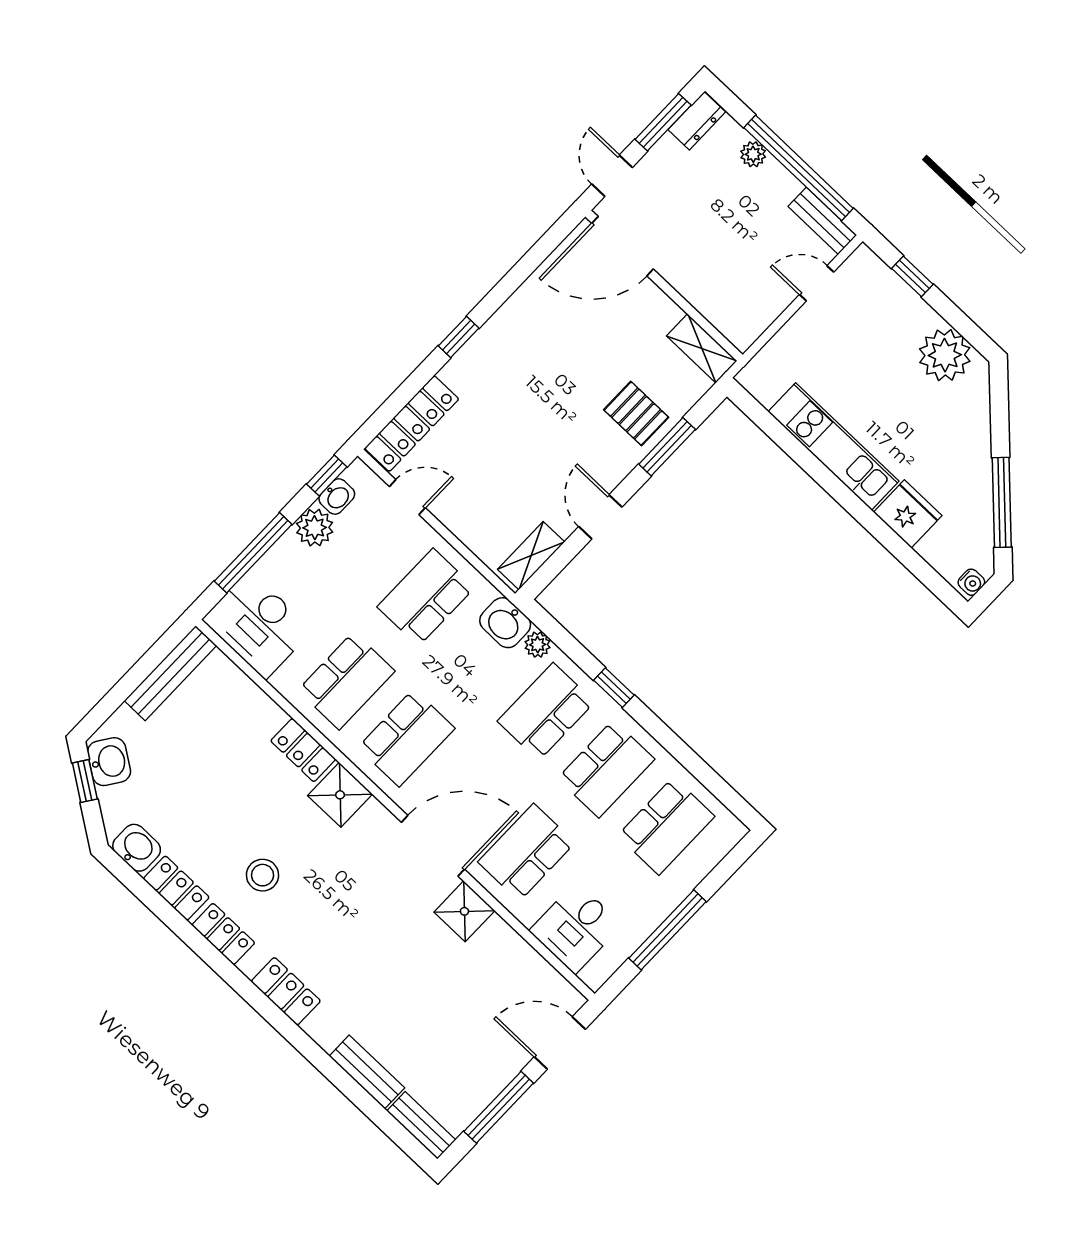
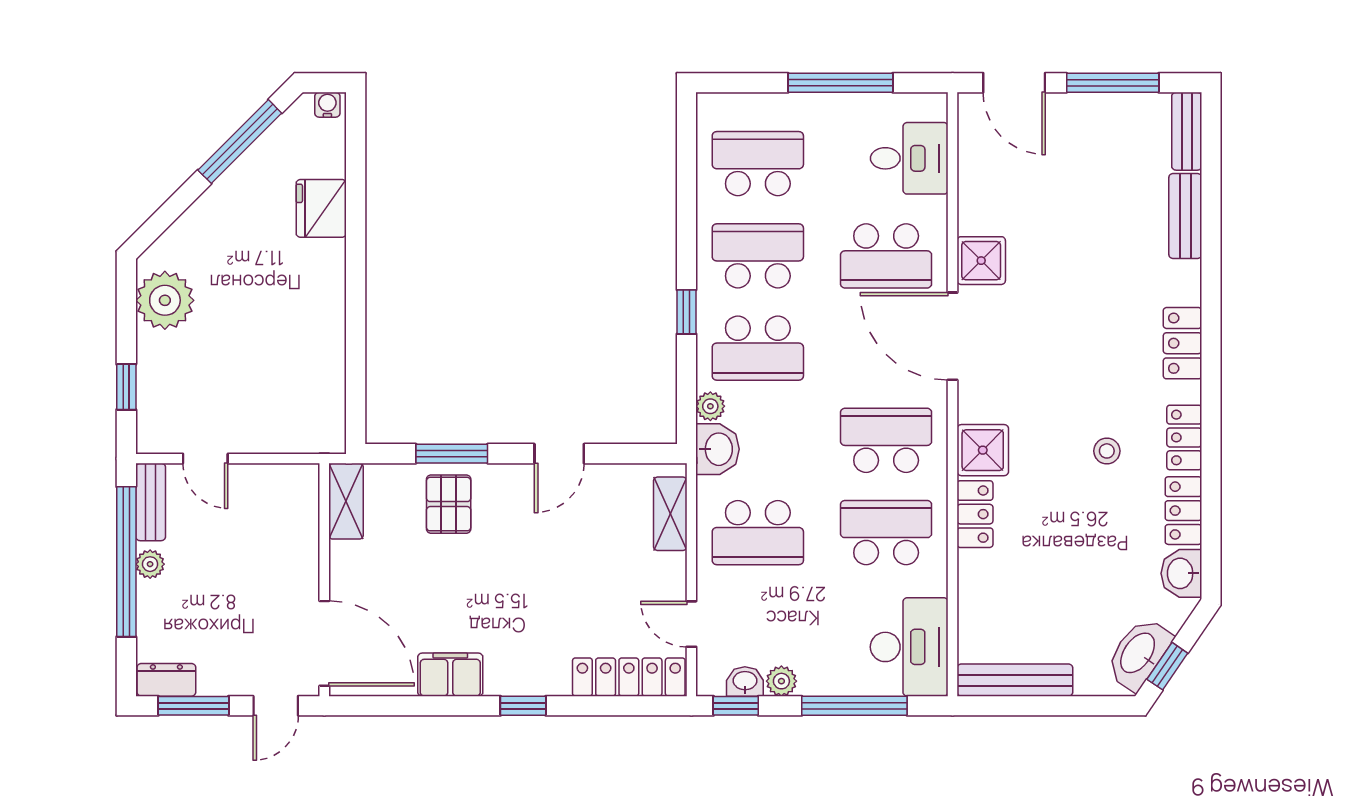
plant: (753, 154) -> (150, 564), moved
filing cabinet: (524, 309) -> (450, 675), added
kitchen unit: (833, 446) -> (324, 320), removed
plant: (315, 528) -> (781, 681), width x0.73, depth x0.73
shelving: (531, 556) -> (670, 514), moved, turned 90
washbasin: (109, 762) -> (1139, 654), width x1.38
stool: (263, 875) -> (1107, 451), width x0.73, depth x0.73

